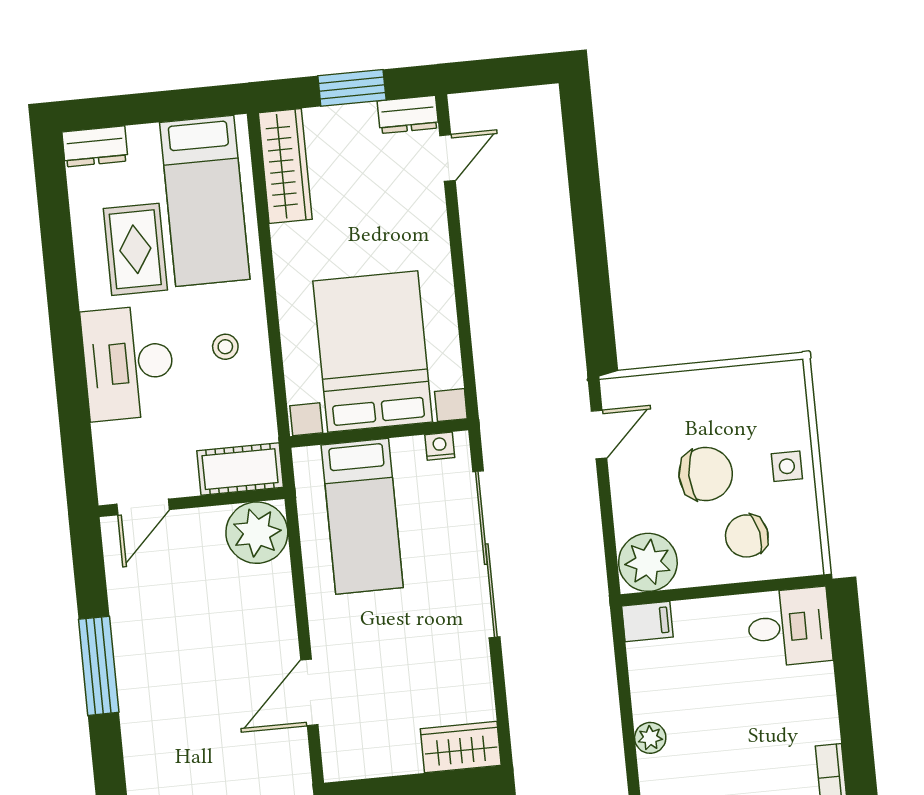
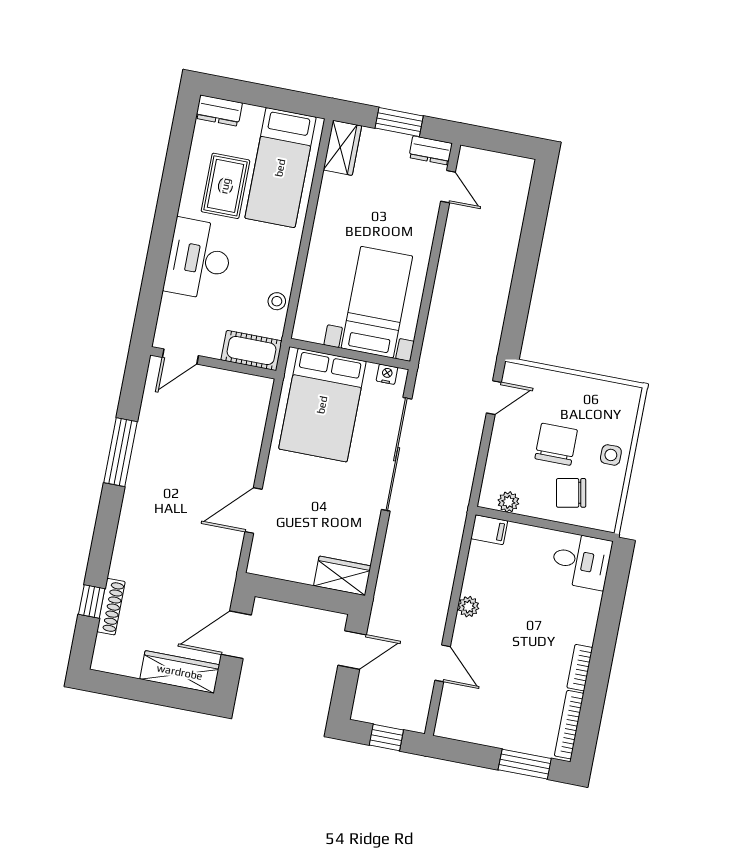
door: (447, 158) -> (448, 187), hinge flipped
wardrobe: (285, 166) -> (342, 148), width x0.67
stool: (225, 347) -> (277, 301), moved
bed with nightstands: (373, 352) -> (377, 302), width x0.73
chair: (706, 474) -> (556, 444), turned -90
bed: (362, 516) -> (322, 405), width x1.50
plant: (257, 533) -> (250, 395), removed
plant: (648, 562) -> (508, 502), width x0.53, depth x0.53

